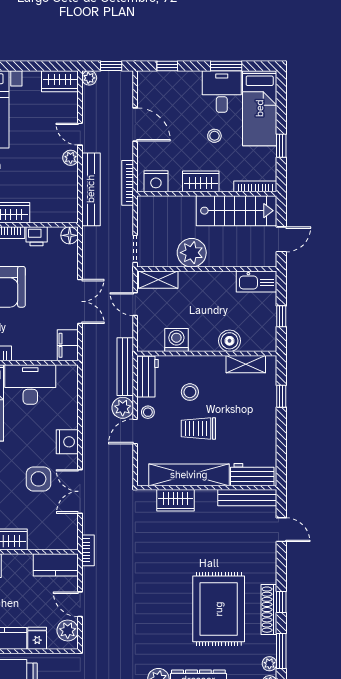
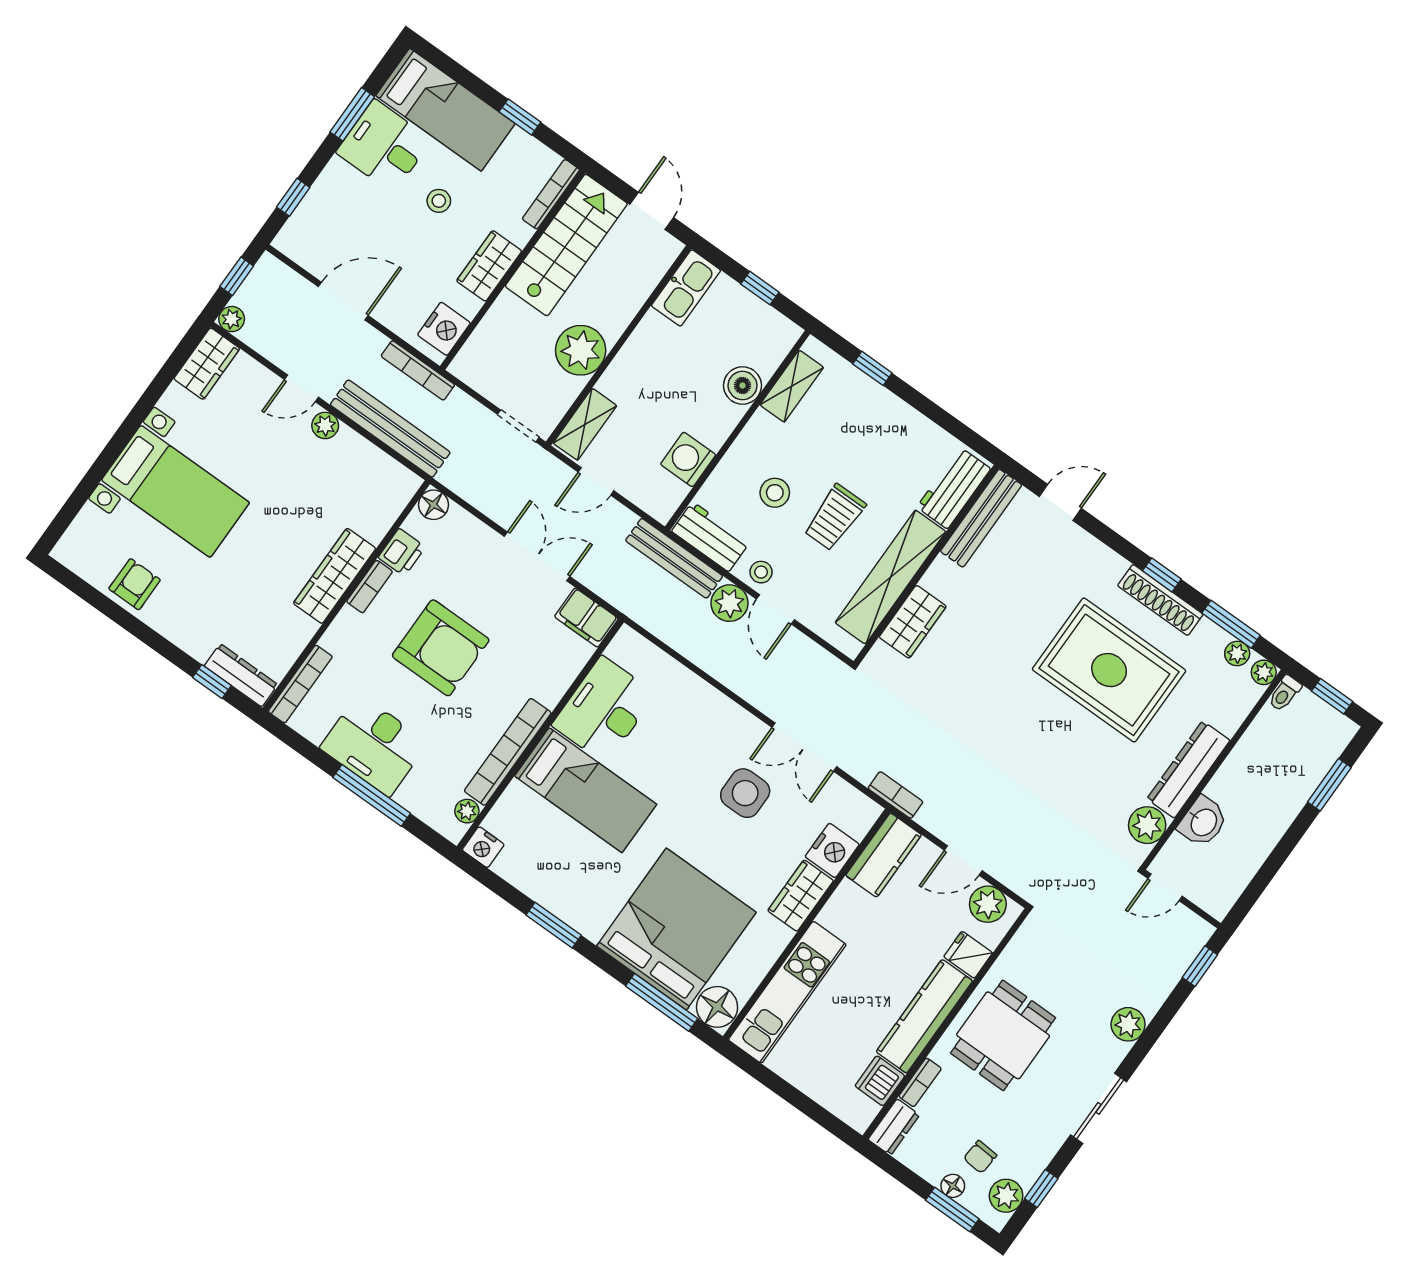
nightstand: (67, 442) -> (832, 850), moved, turned 90

